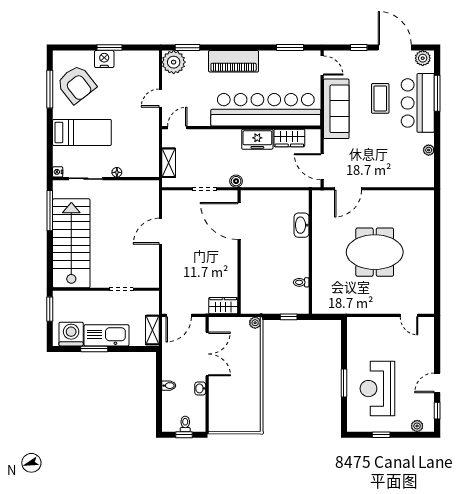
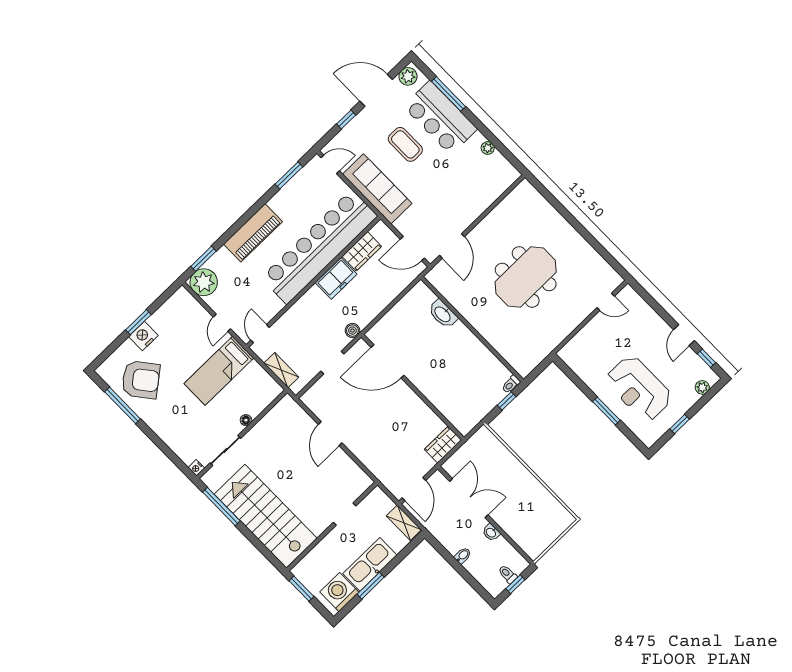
bed: (82, 132) -> (219, 371), moved, turned 180
toilet: (301, 282) -> (511, 384), moved
plant: (255, 323) -> (483, 433), removed

